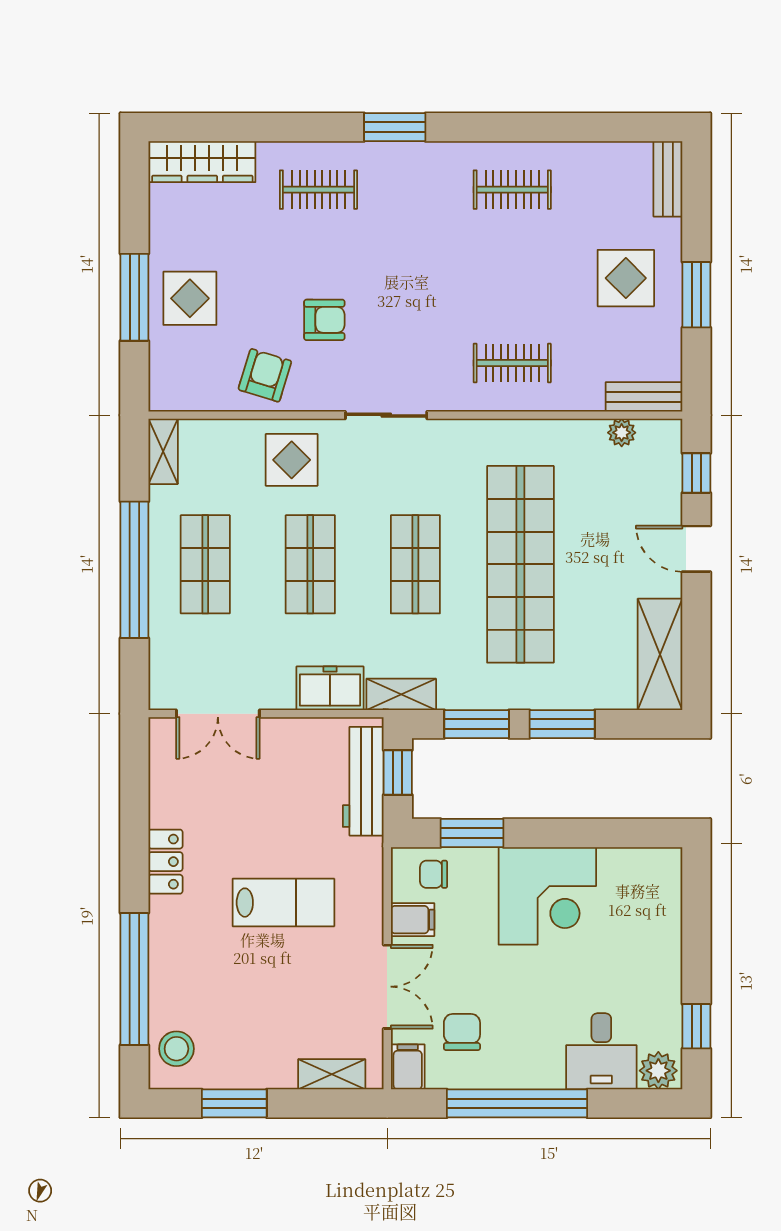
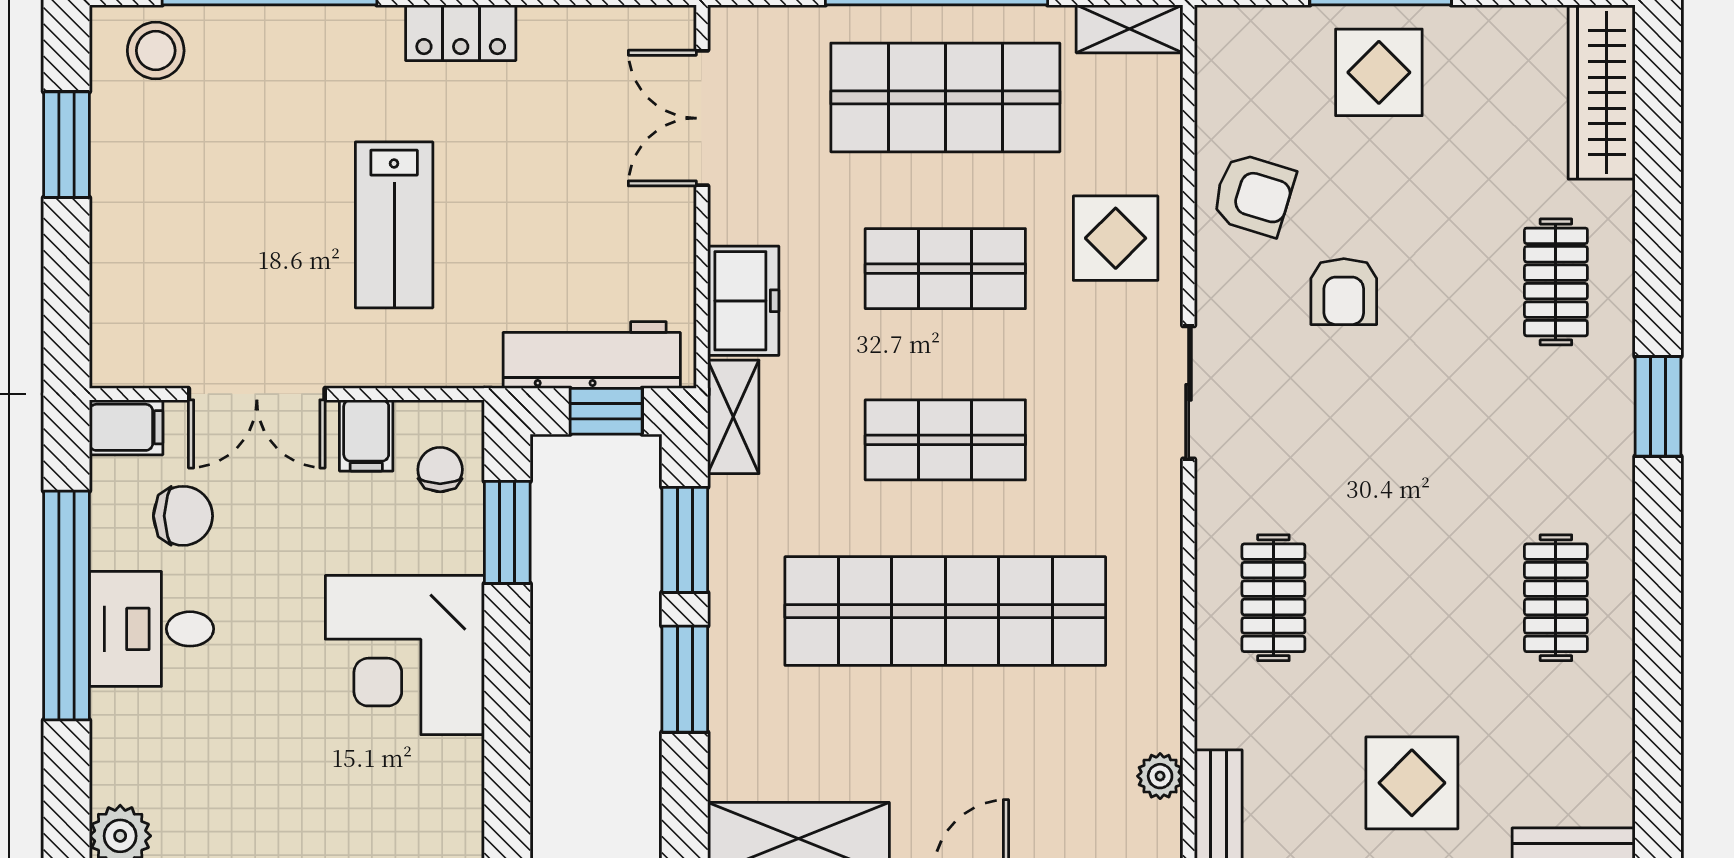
shop shelf: (205, 564) -> (945, 97), width x1.43, depth x1.36
desk: (601, 1051) -> (152, 629), moved
shelving: (332, 1074) -> (114, 304), removed

